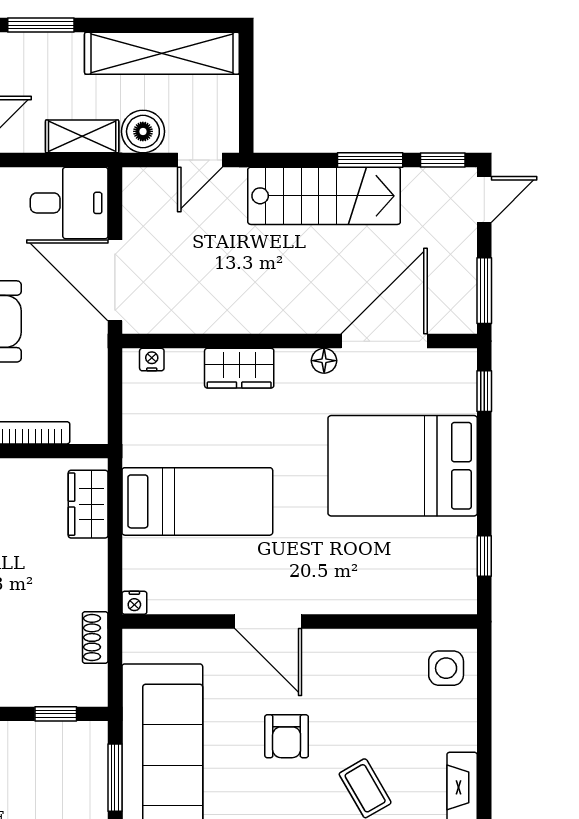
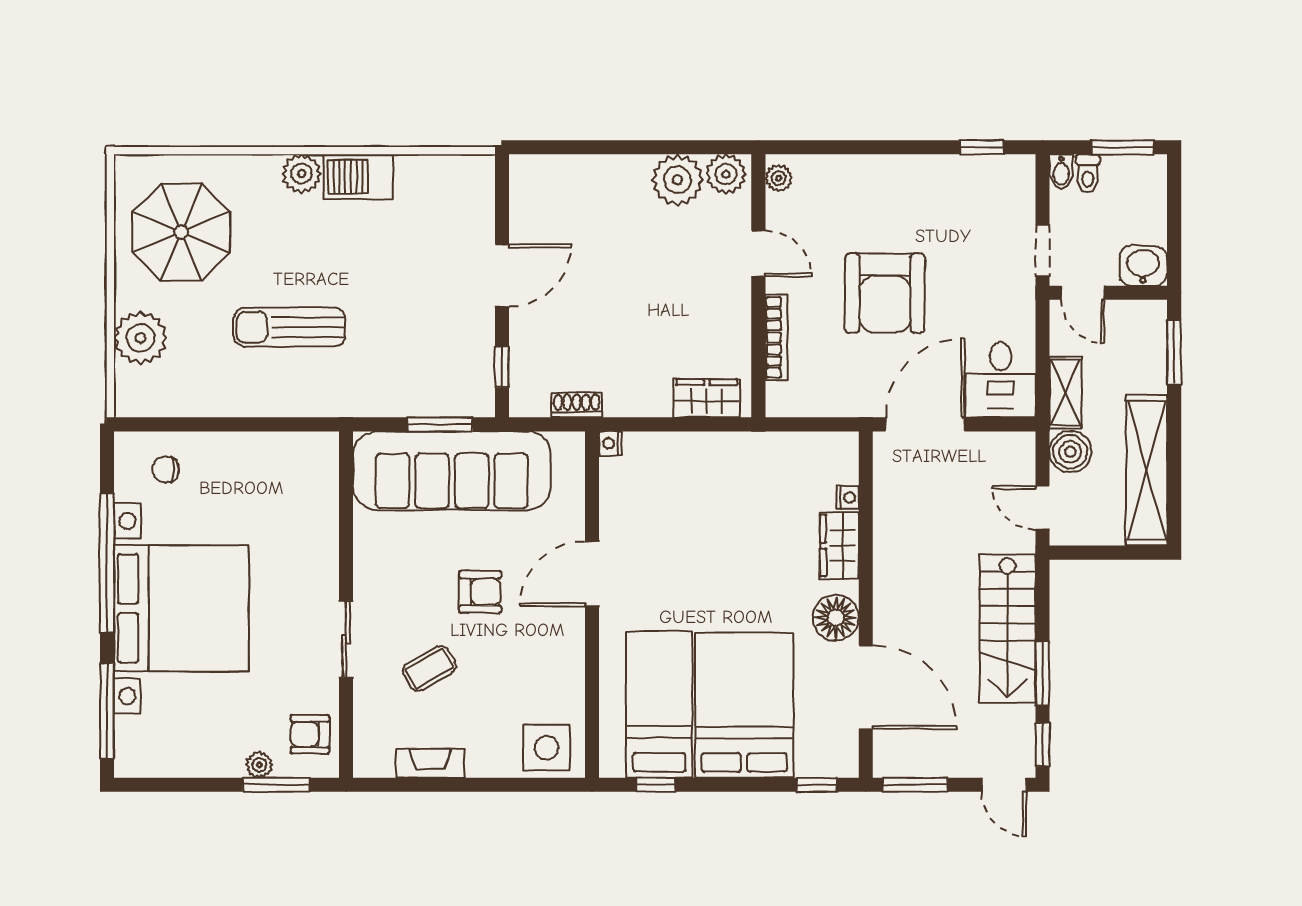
nightstand: (152, 360) -> (848, 498), moved
floor lamp: (324, 361) -> (836, 618), width x1.89, depth x1.89
bed: (197, 501) -> (659, 704), moved, turned 180
side table: (446, 668) -> (547, 748), width x1.37, depth x1.37
armchair: (287, 736) -> (480, 592), turned 180

